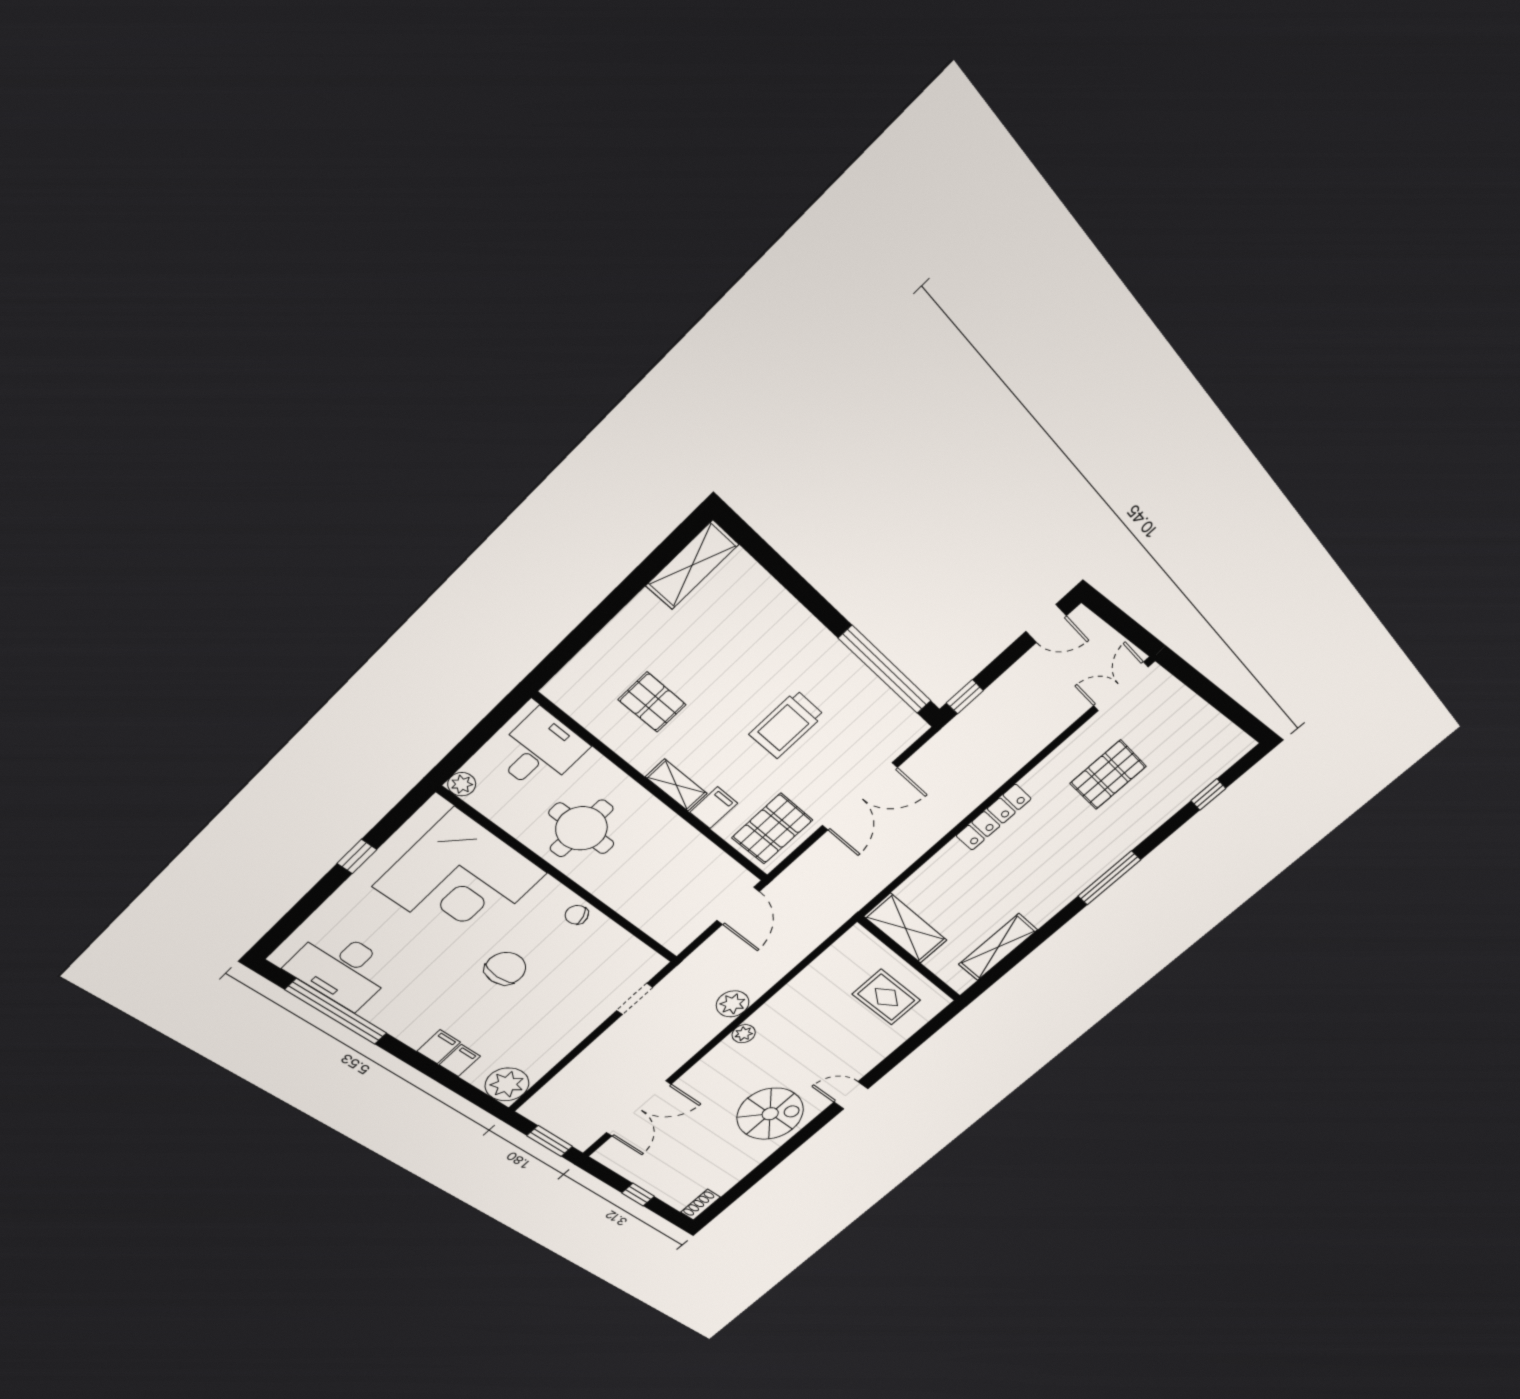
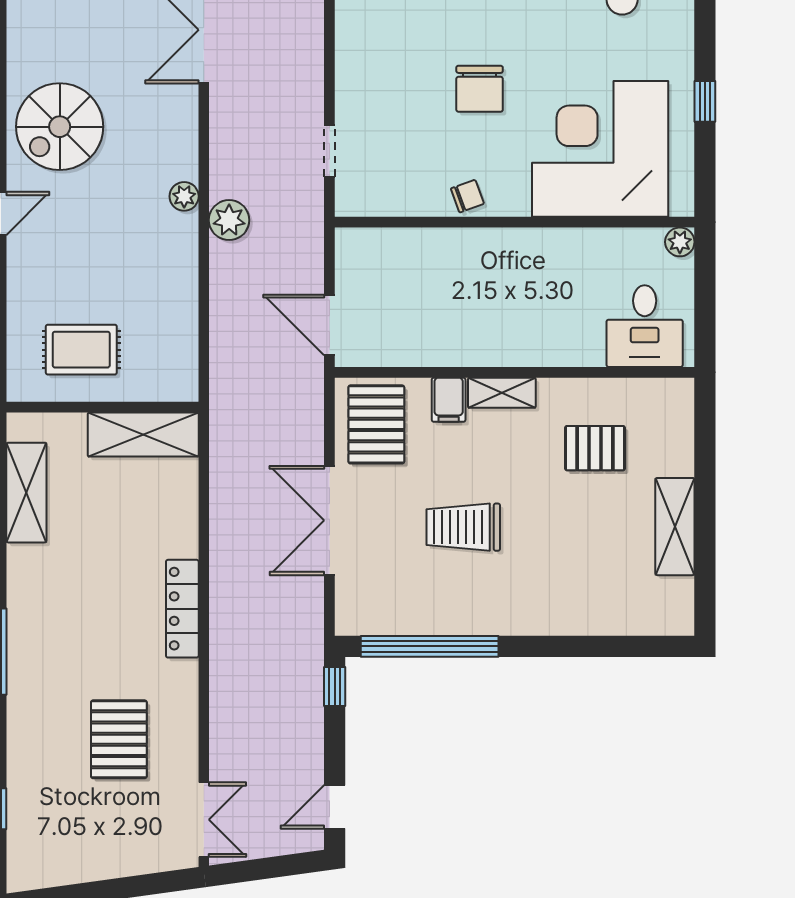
shelving: (692, 565) -> (675, 527), moved
trolley: (787, 725) -> (463, 527), turned -90
round table: (582, 828) -> (543, 284), removed

